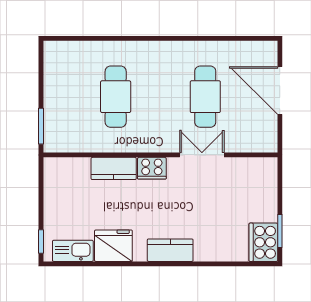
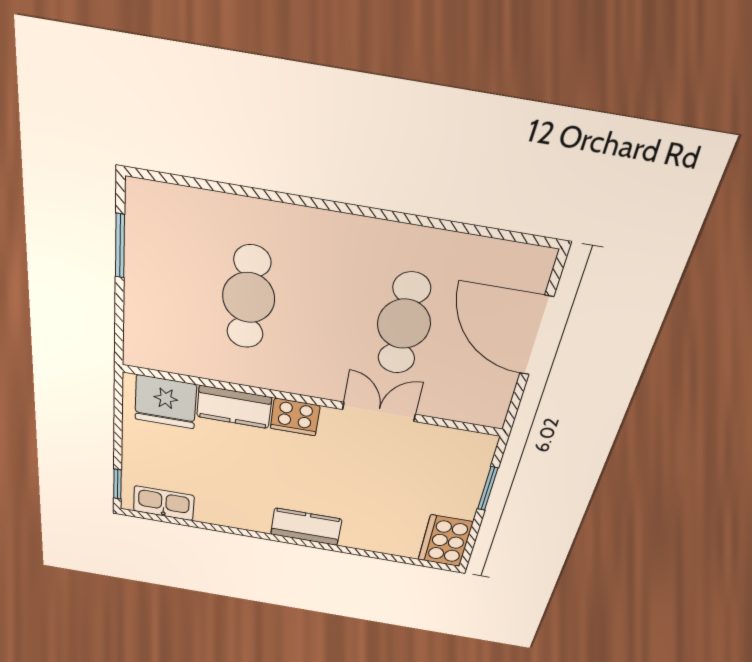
window: (41, 126) -> (120, 246), moved
window: (280, 231) -> (488, 489), moved
fridge: (113, 246) -> (166, 402), moved, turned 180

